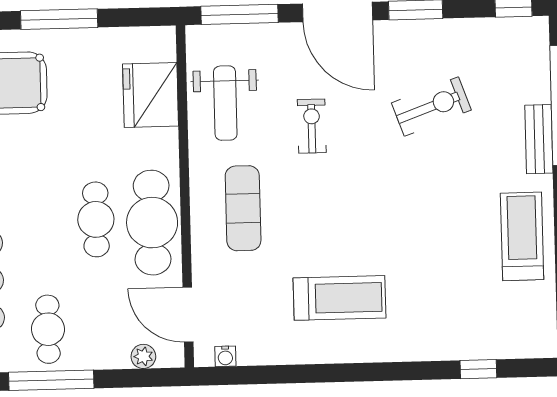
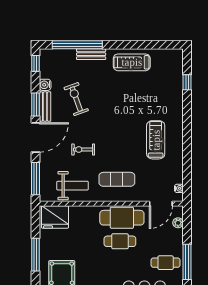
water cooler: (463, 32) -> (45, 85), added
bench: (412, 33) -> (45, 107), added
fridge: (151, 95) -> (55, 217), moved

